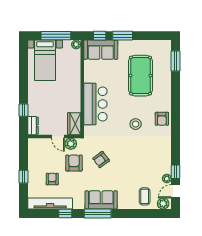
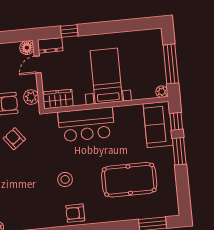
bed with nightstands: (45, 60) -> (106, 76), moved, turned 90
door: (58, 136) -> (38, 64), moved
floor lamp: (33, 143) -> (27, 48), added

